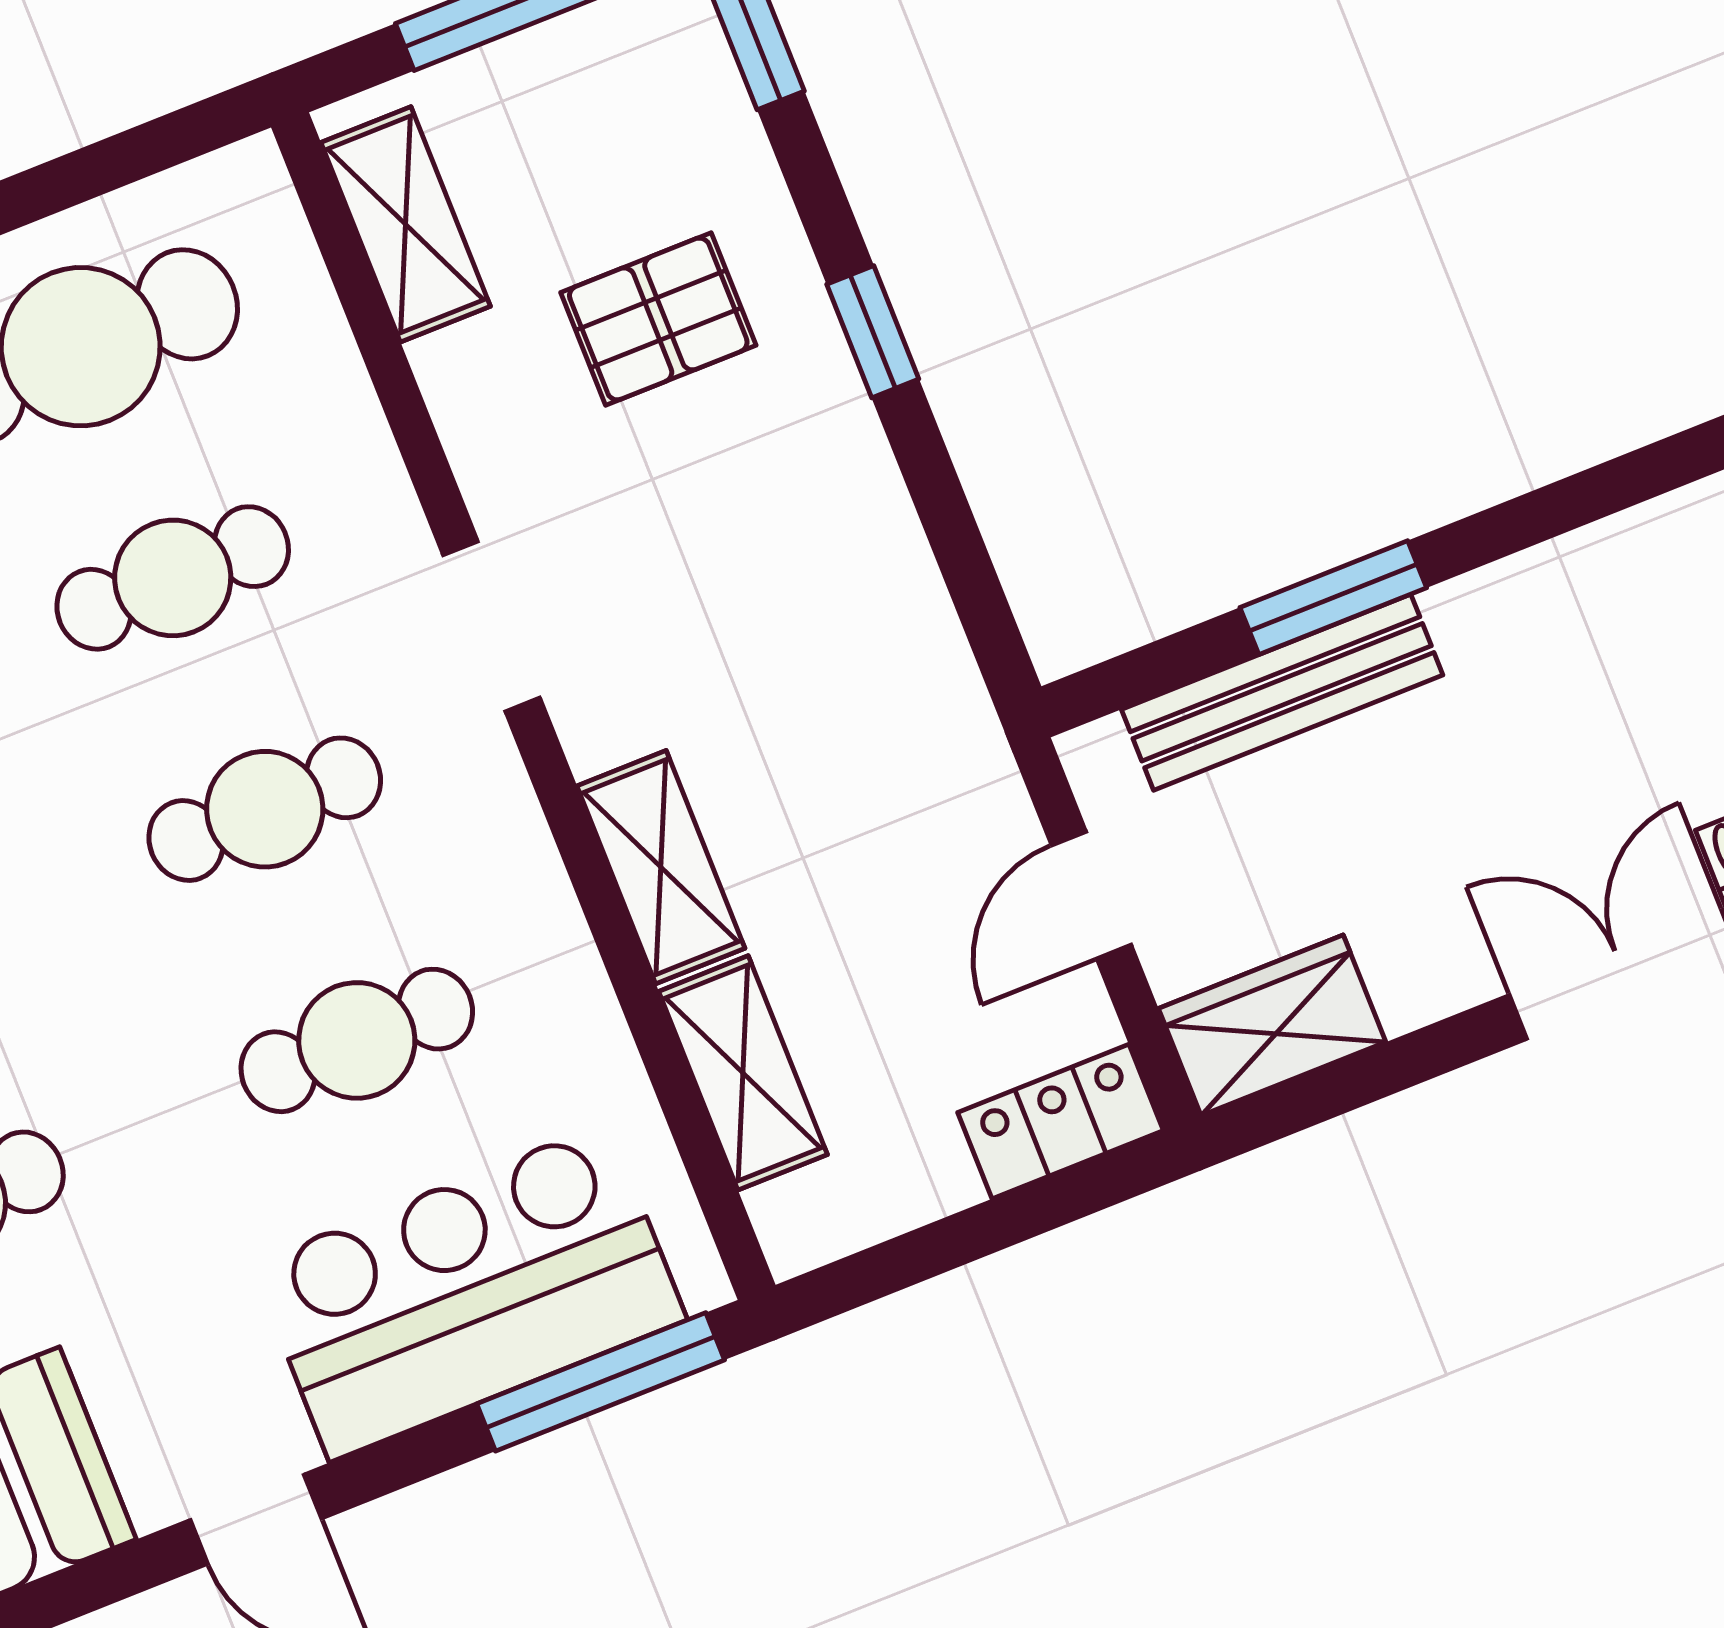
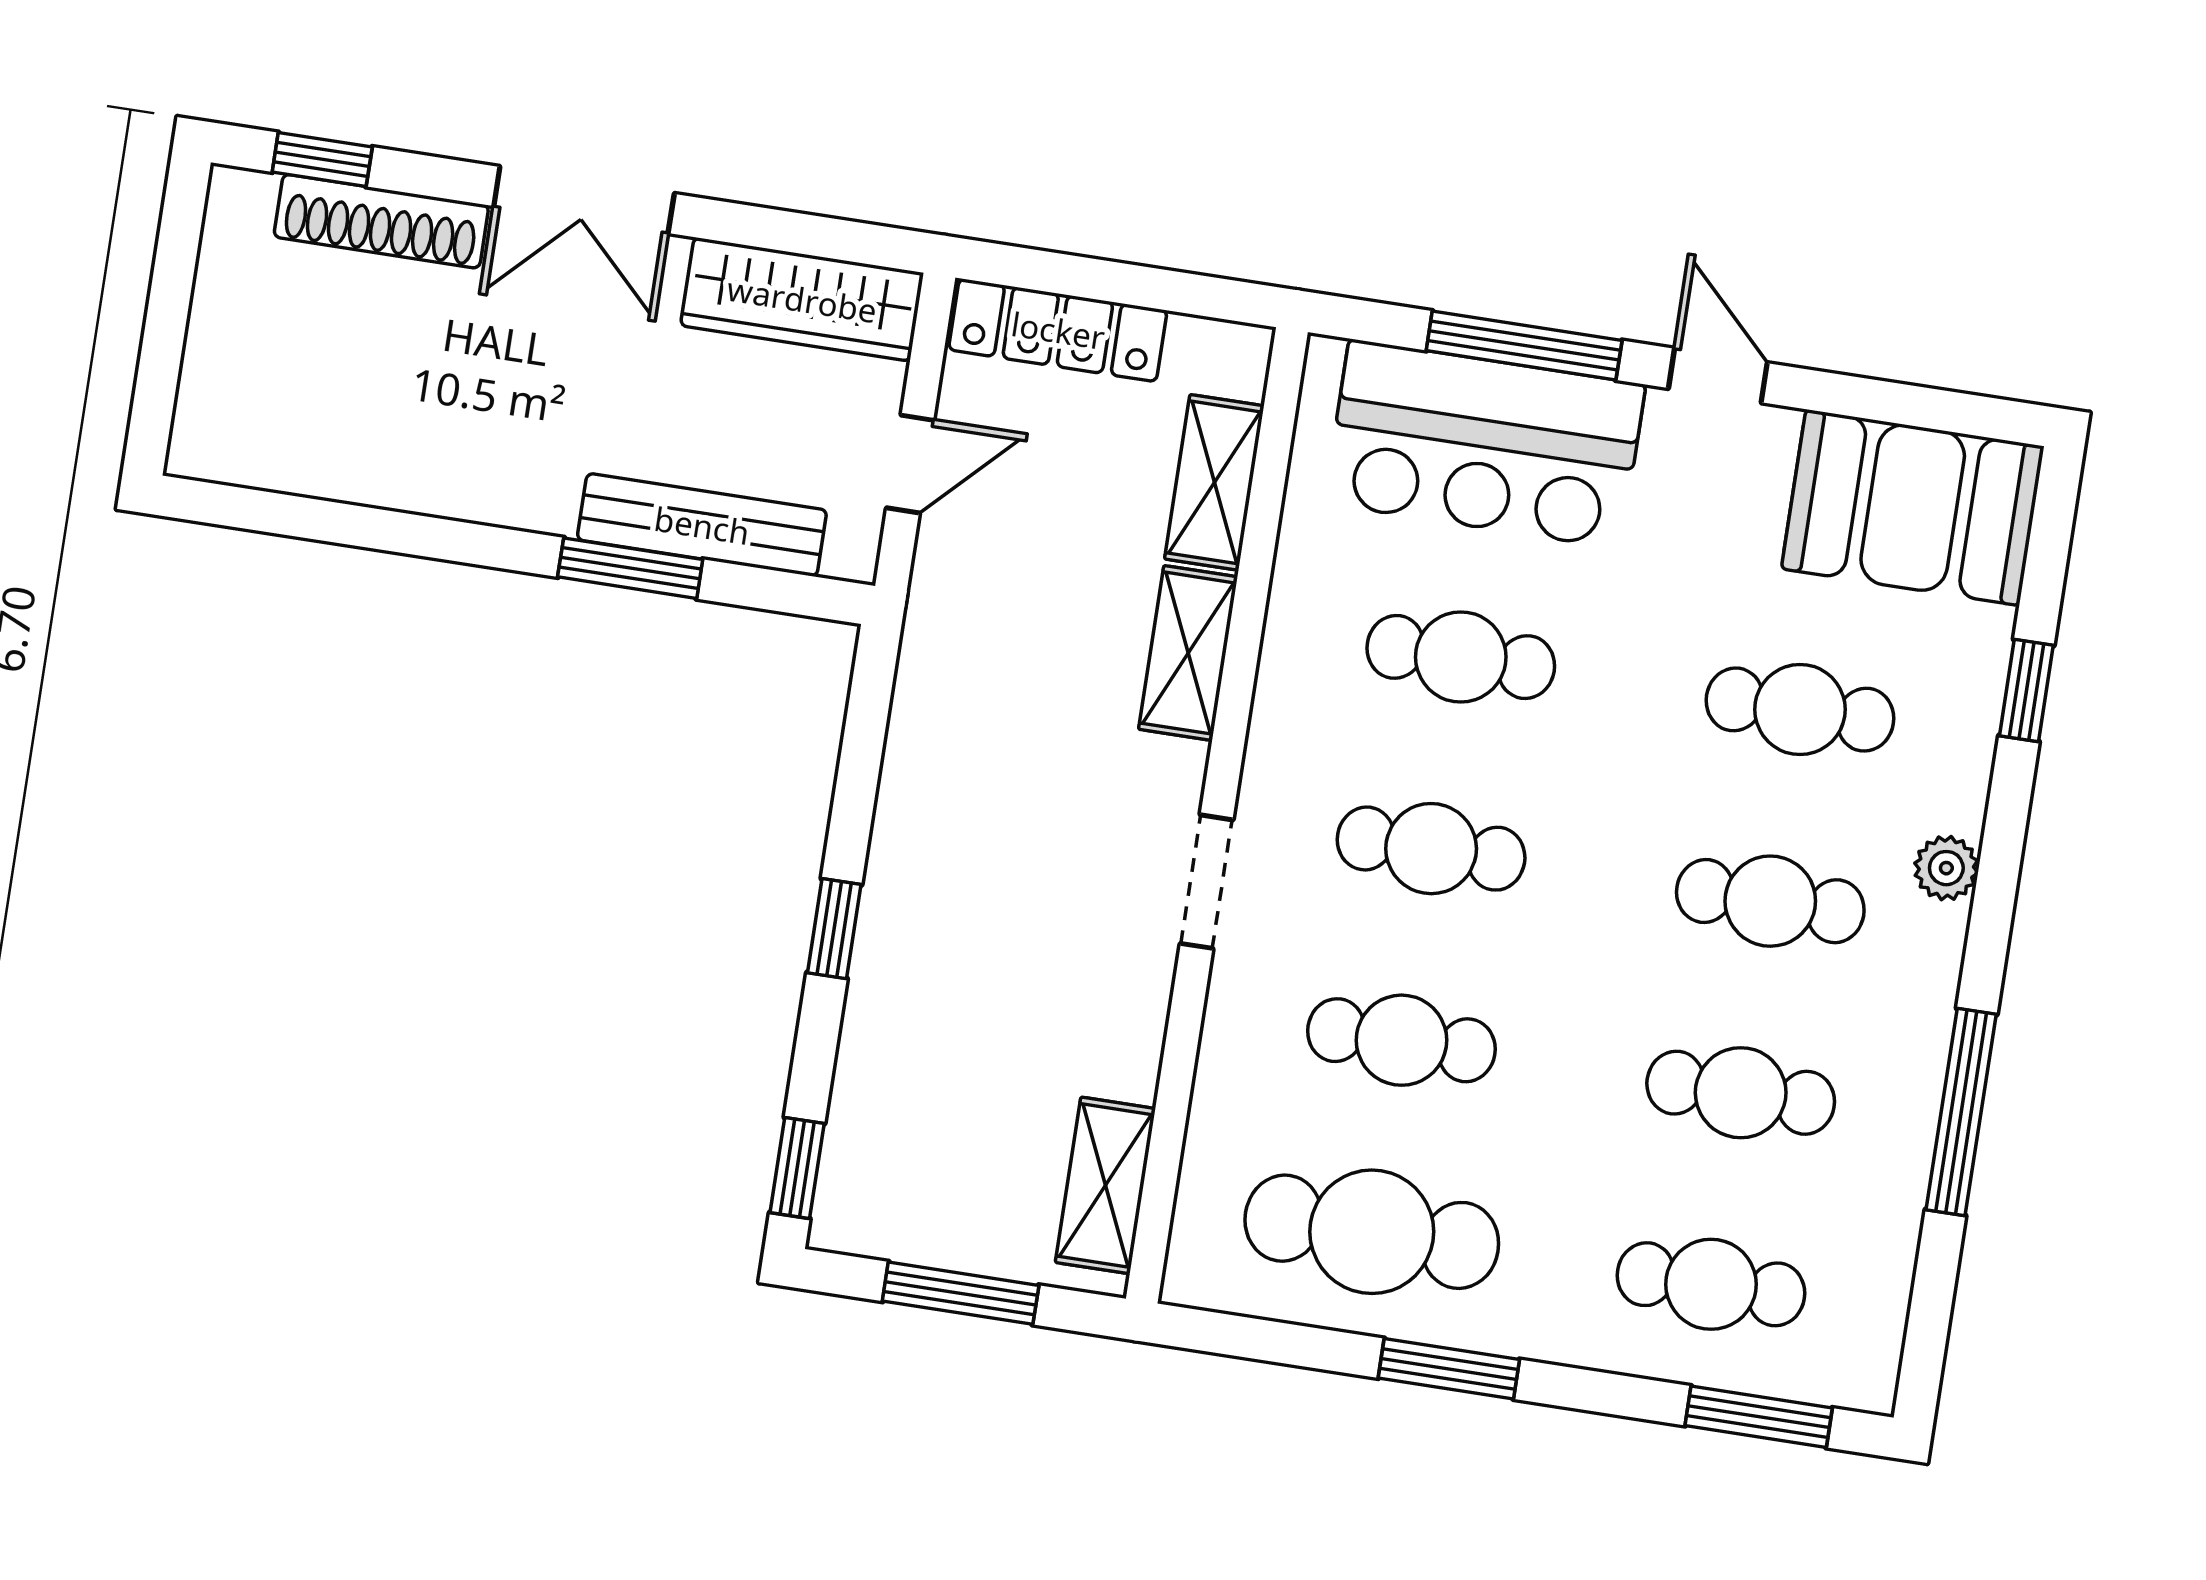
pallet: (658, 319) -> (973, 1022), removed
wardrobe: (1272, 1025) -> (802, 299), width x1.50
locker: (1060, 1122) -> (1058, 330), width x1.53
window: (601, 1382) -> (1524, 346), moved

